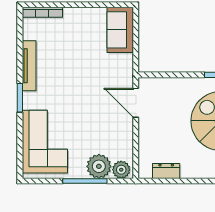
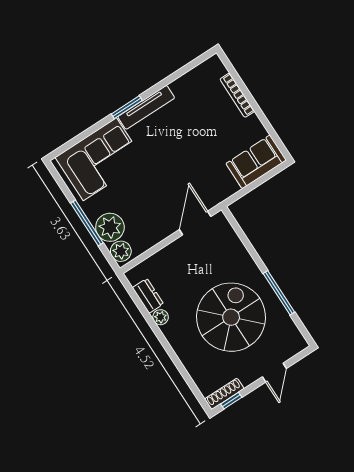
bookcase: (42, 12) -> (237, 95), moved
tv unit: (29, 66) -> (146, 107), moved
plant: (188, 172) -> (161, 317), added

